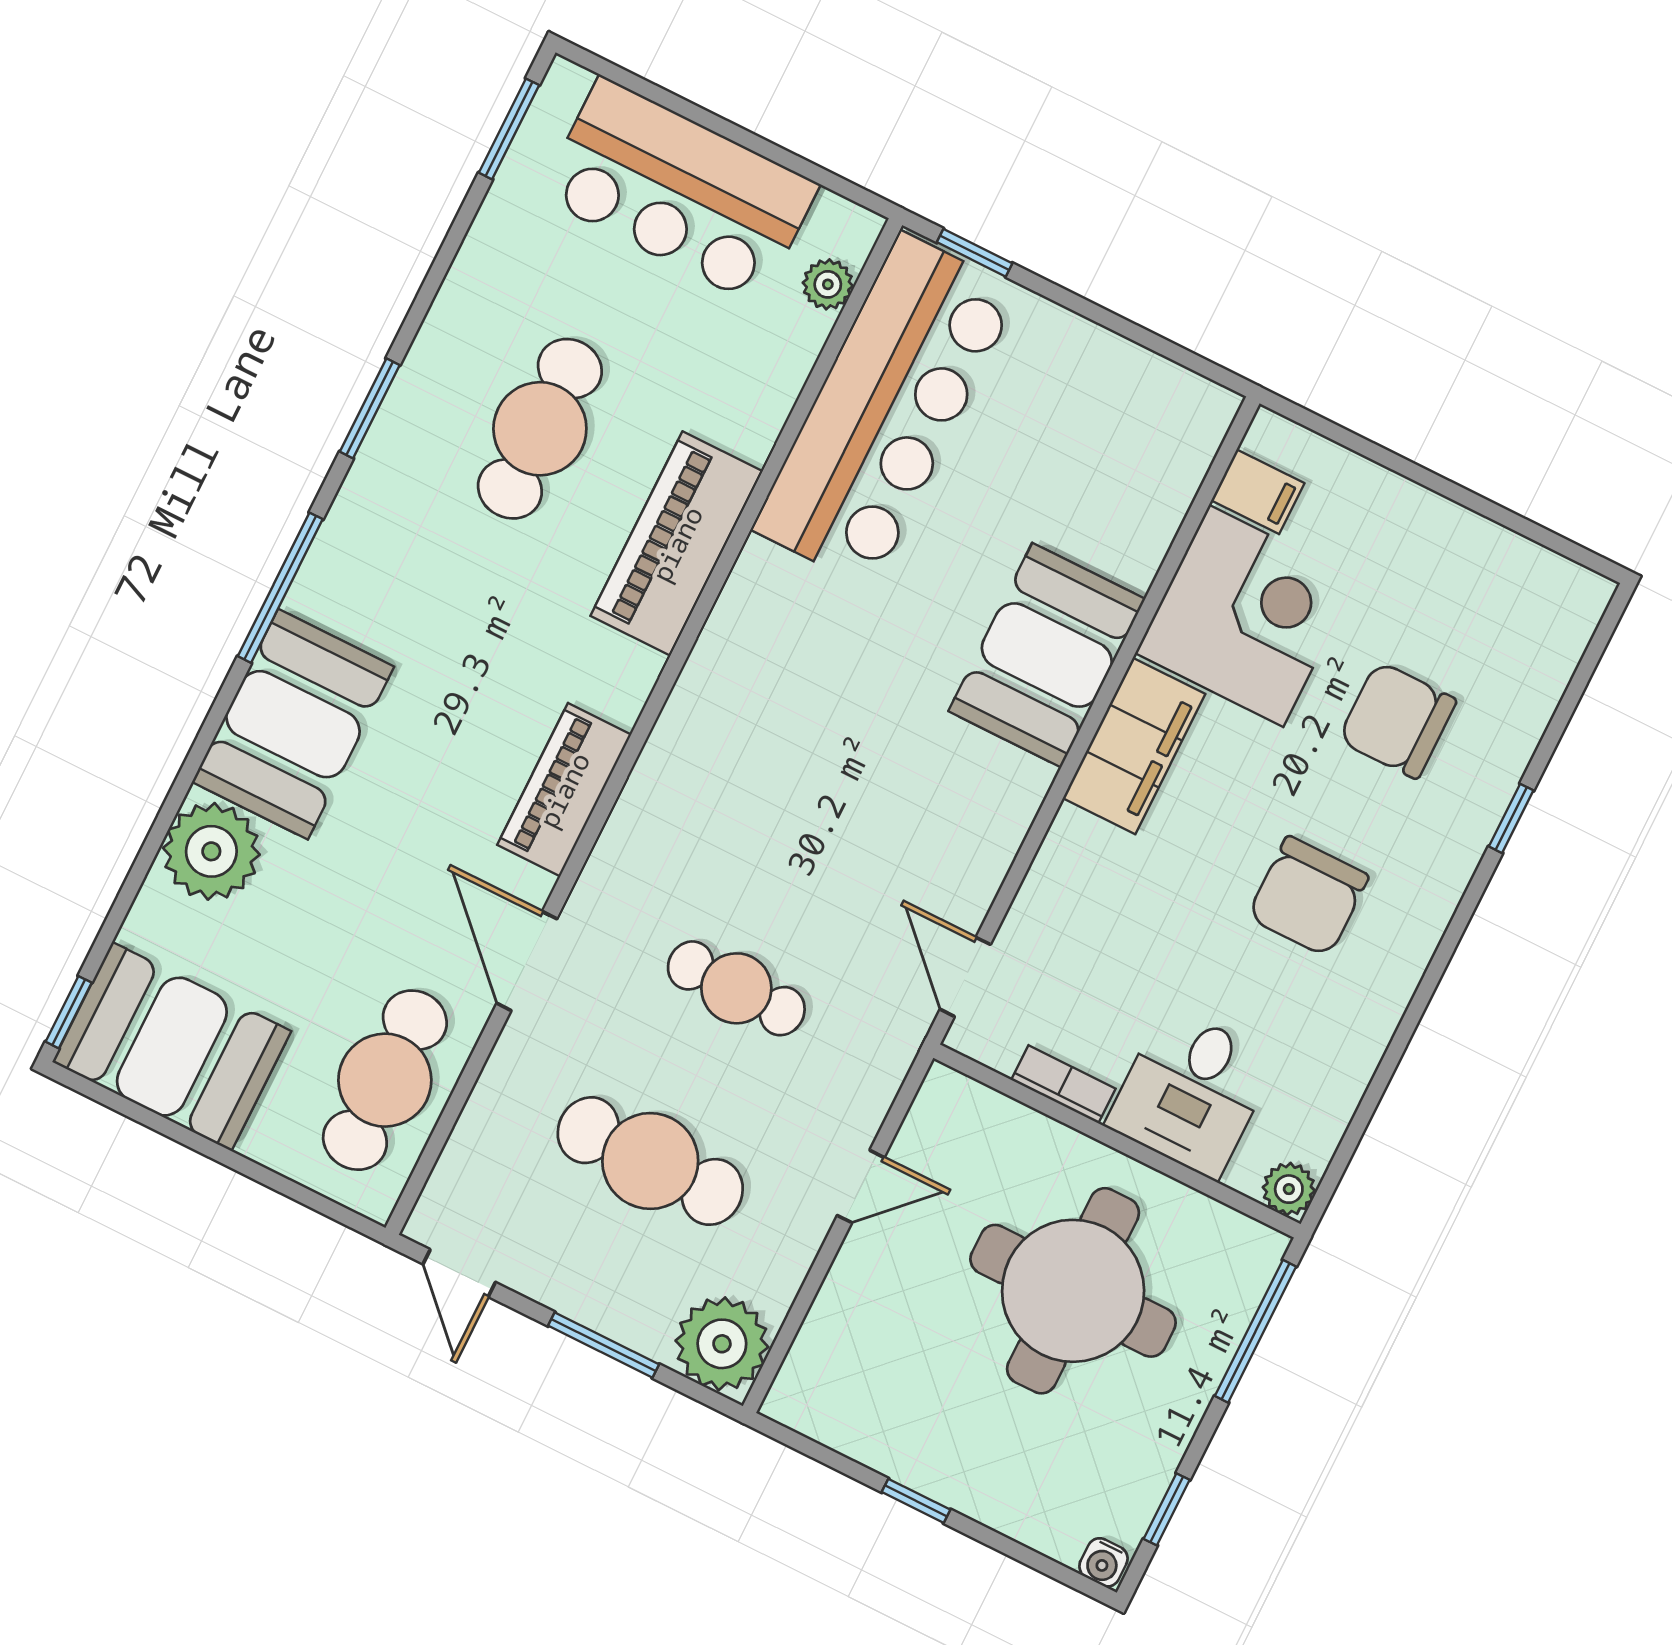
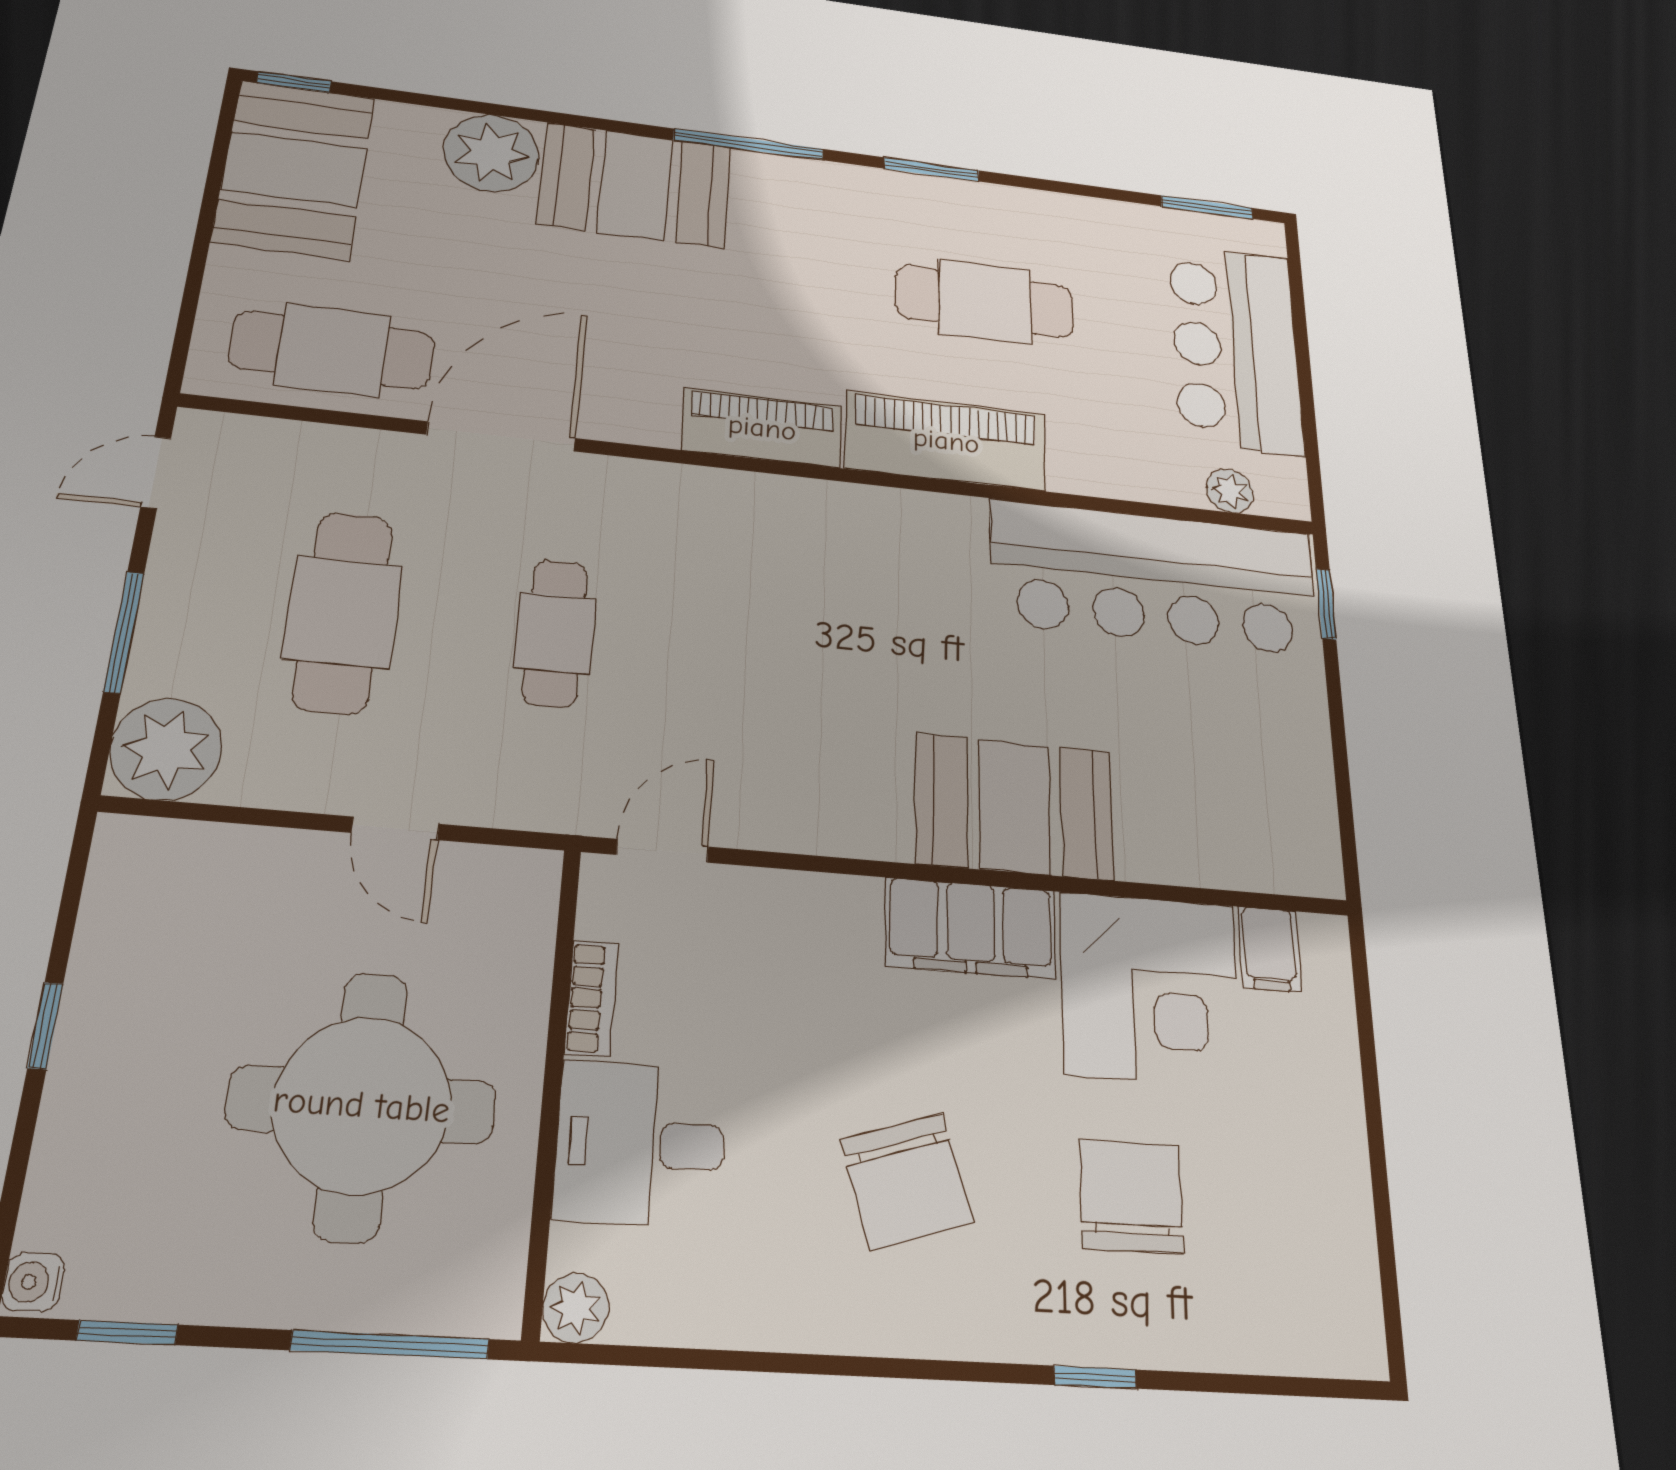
piano: (564, 790) -> (762, 428), moved
chair: (1308, 896) -> (907, 1181), turned -107
door: (527, 961) -> (501, 436), width x1.36

